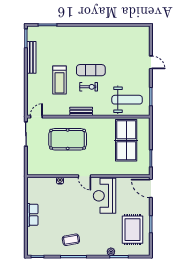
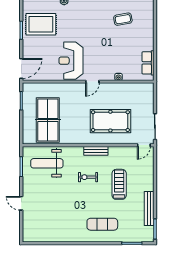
exercise mat: (91, 70) -> (102, 224), moved
door: (84, 176) -> (92, 82), swing flipped
door: (151, 188) -> (21, 68), hinge flipped
reception desk: (105, 196) -> (71, 61), turned 180
row of seats: (32, 215) -> (148, 63), moved
rug: (133, 230) -> (41, 24), turned 90
coffee table: (71, 240) -> (123, 19), moved

